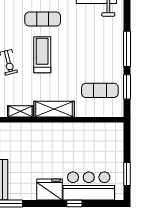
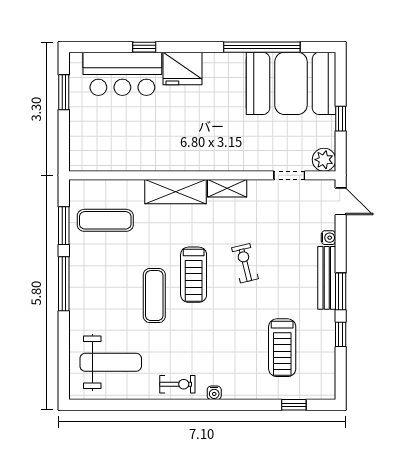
exercise mat: (43, 19) -> (154, 296), moved, turned 90

